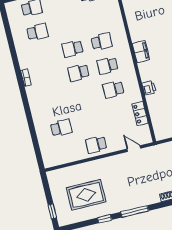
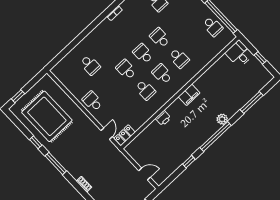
school desk: (113, 90) -> (145, 90), turned 180
school desk: (84, 97) -> (126, 70), added
locker: (140, 113) -> (125, 135), moved
rug: (86, 195) -> (47, 116), width x1.37, depth x1.44

